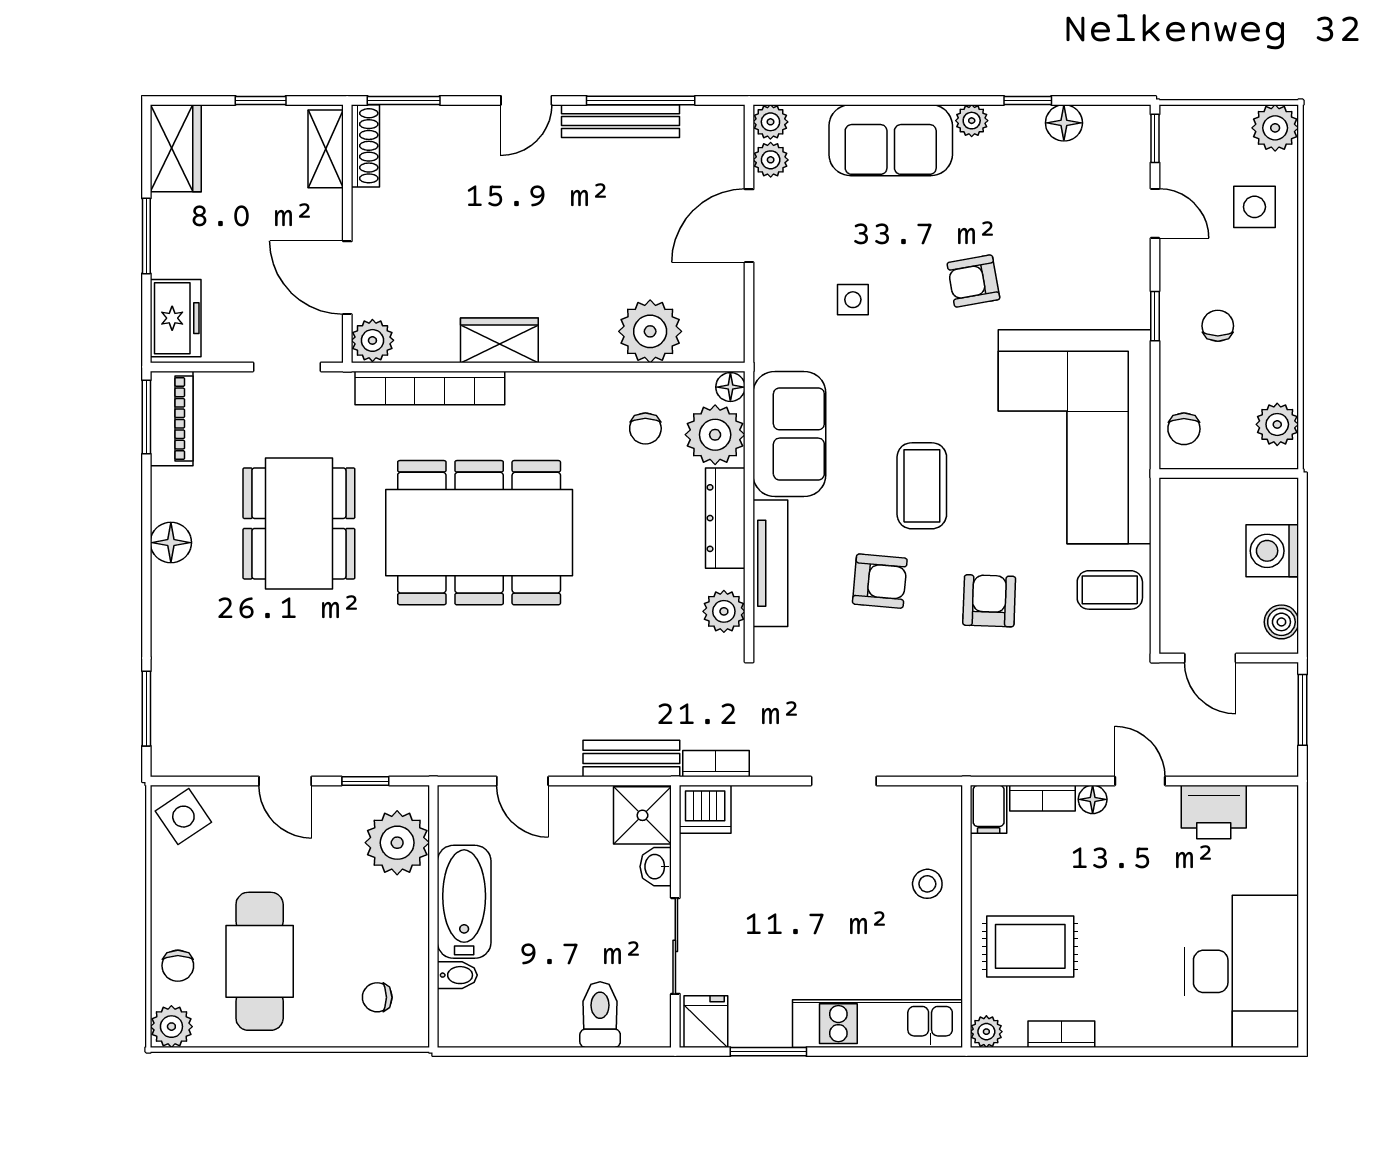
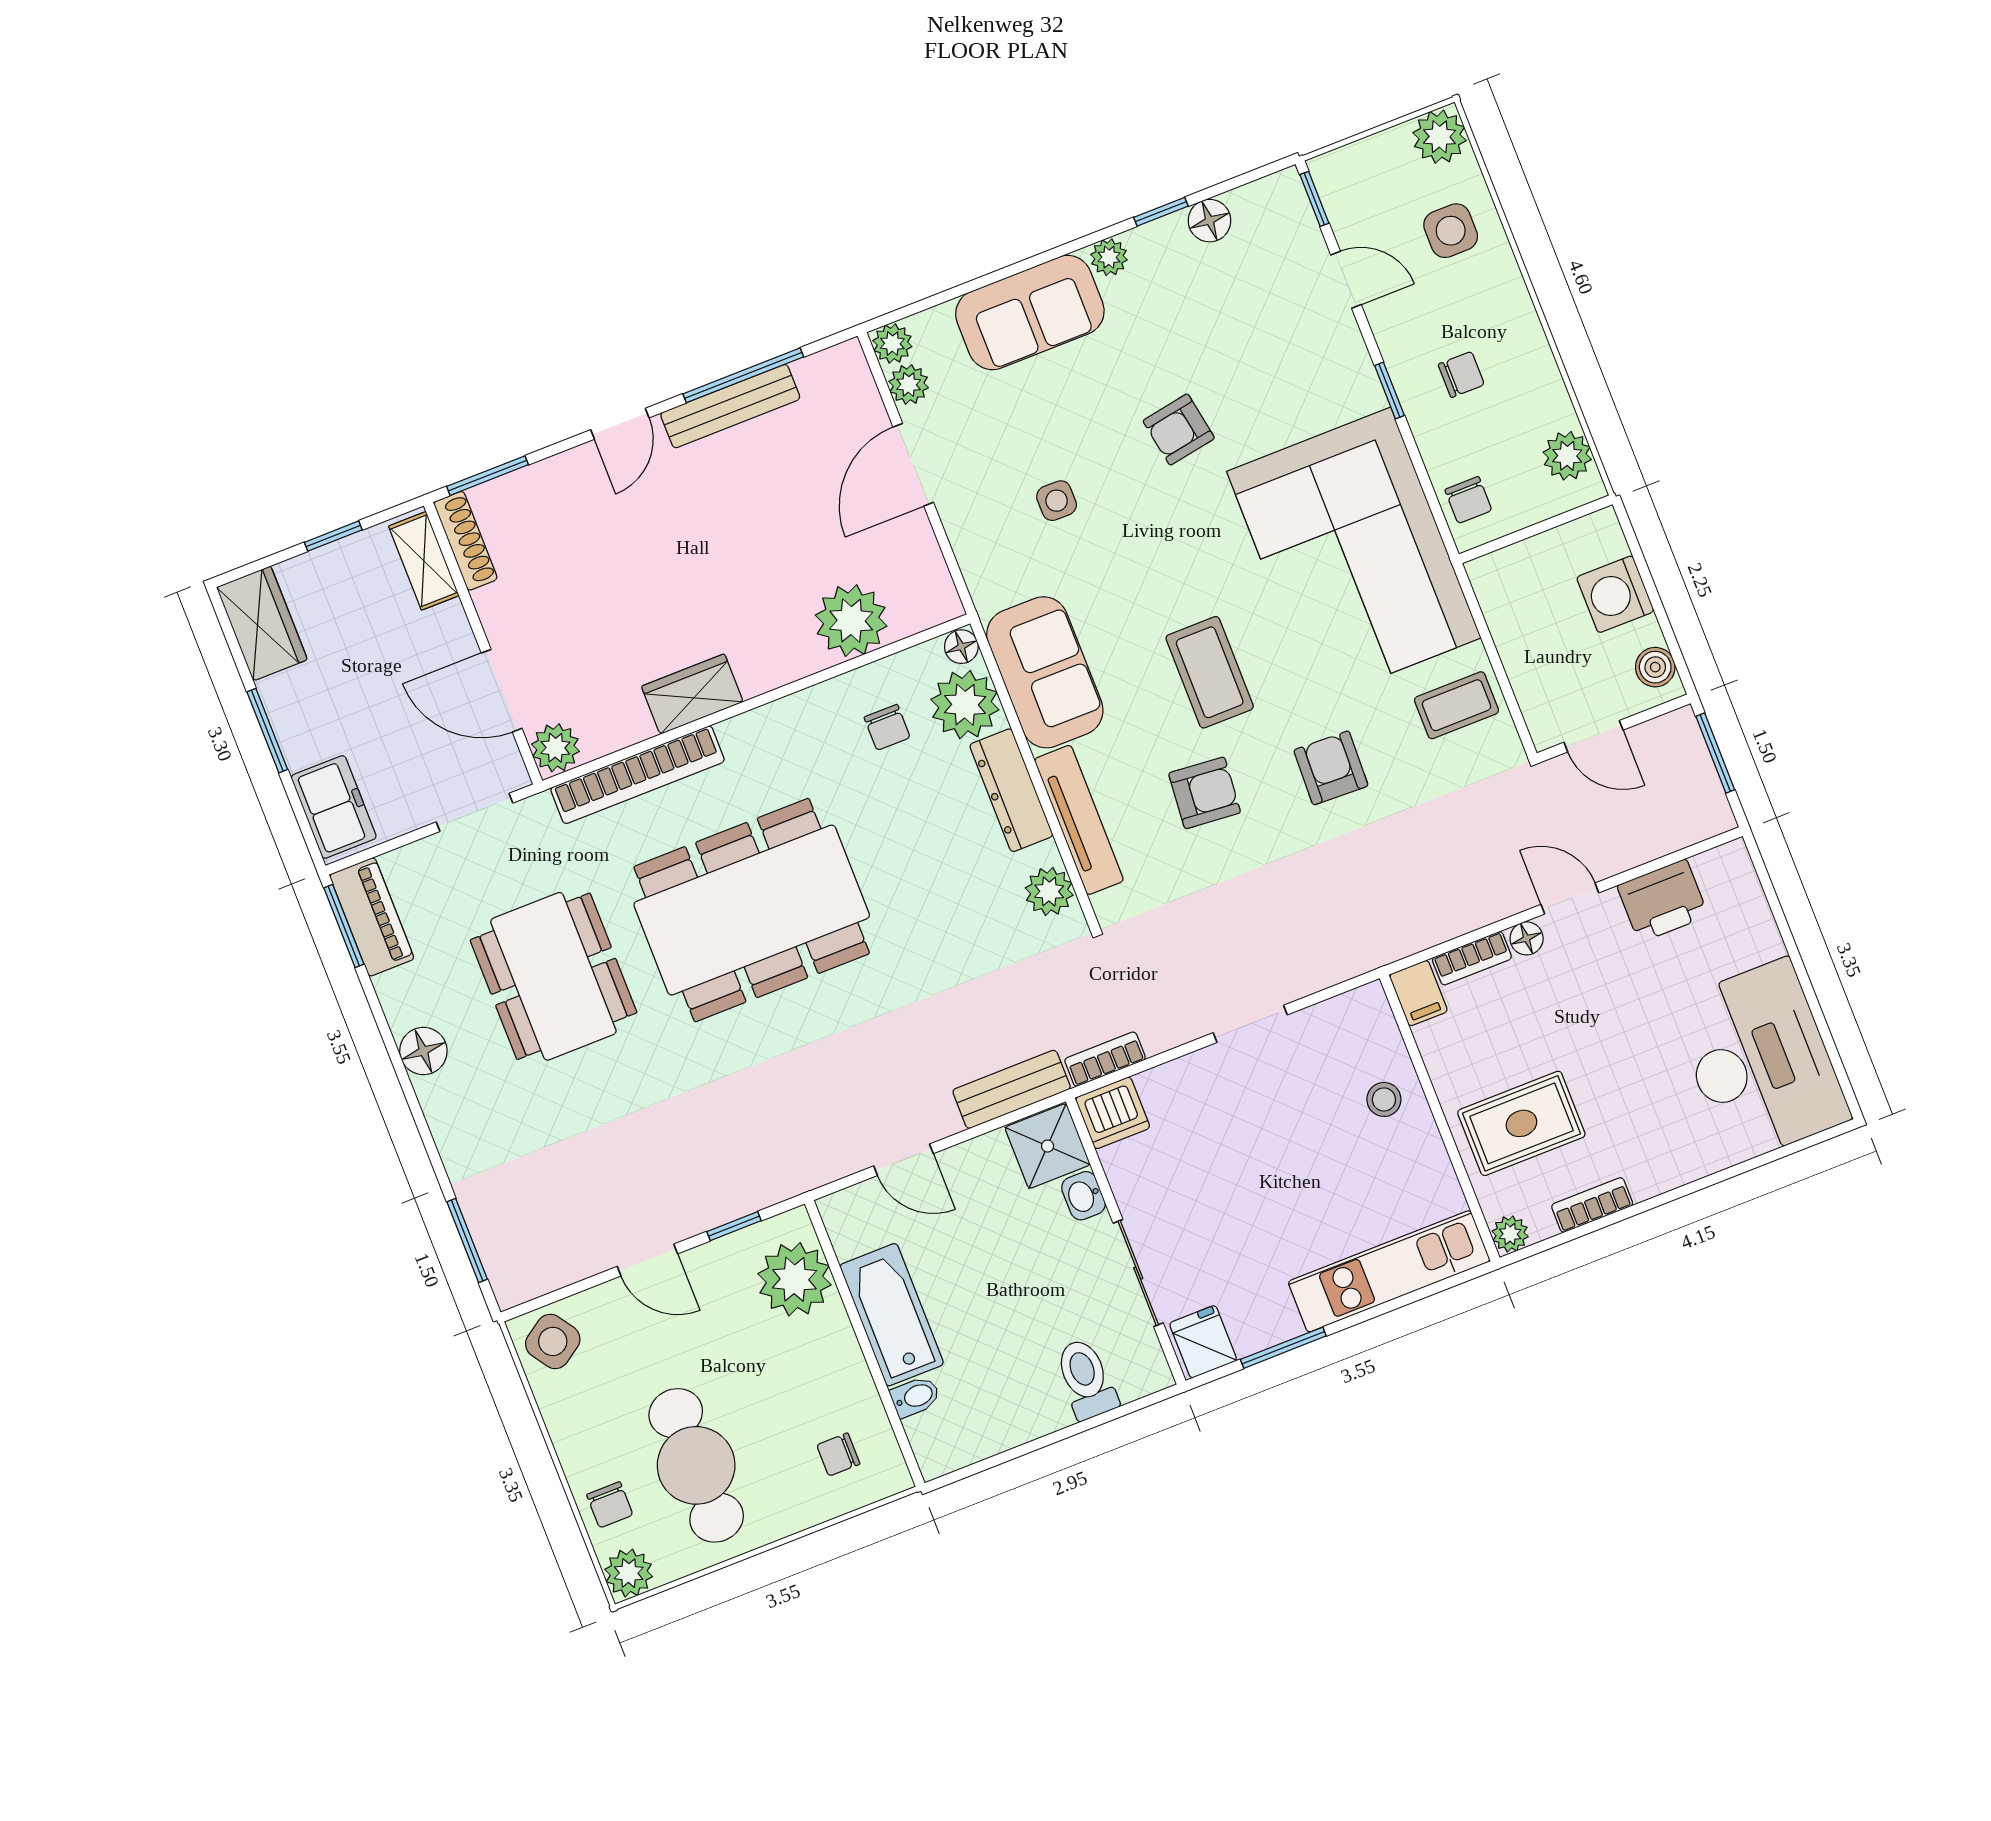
chair: (1218, 326) -> (1461, 374), turned 90

